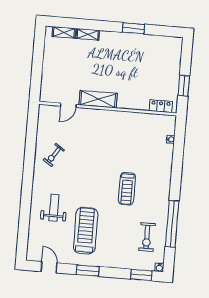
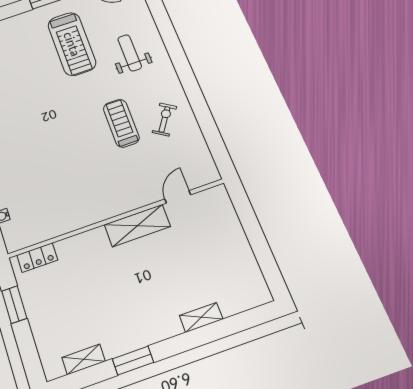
shelving: (64, 32) -> (84, 359), moved
treadmill: (127, 189) -> (121, 123), moved
weight bench: (54, 208) -> (130, 53), turned 180

